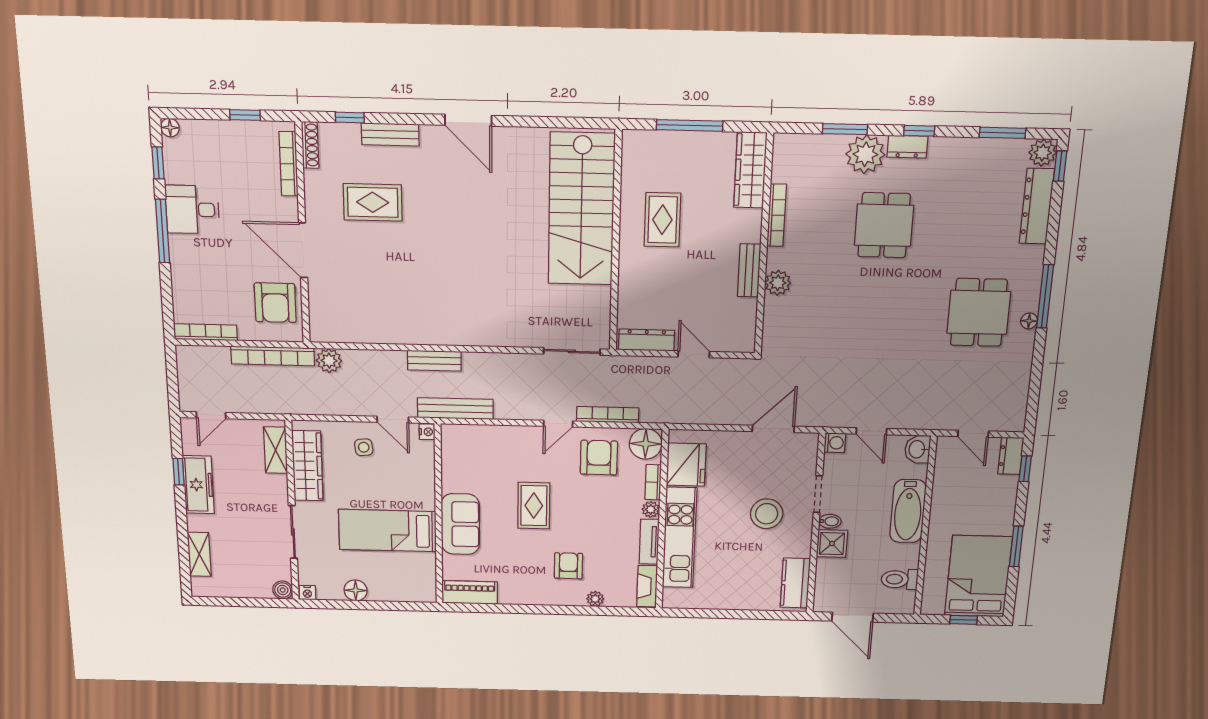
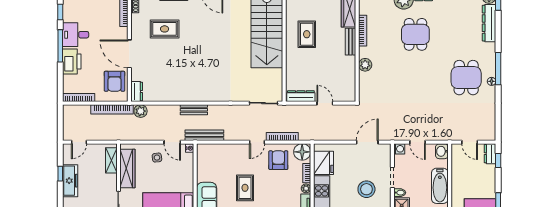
printer: (188, 262) -> (72, 61), added
bench: (749, 270) -> (351, 42), moved
dresser: (320, 323) -> (137, 91), added

